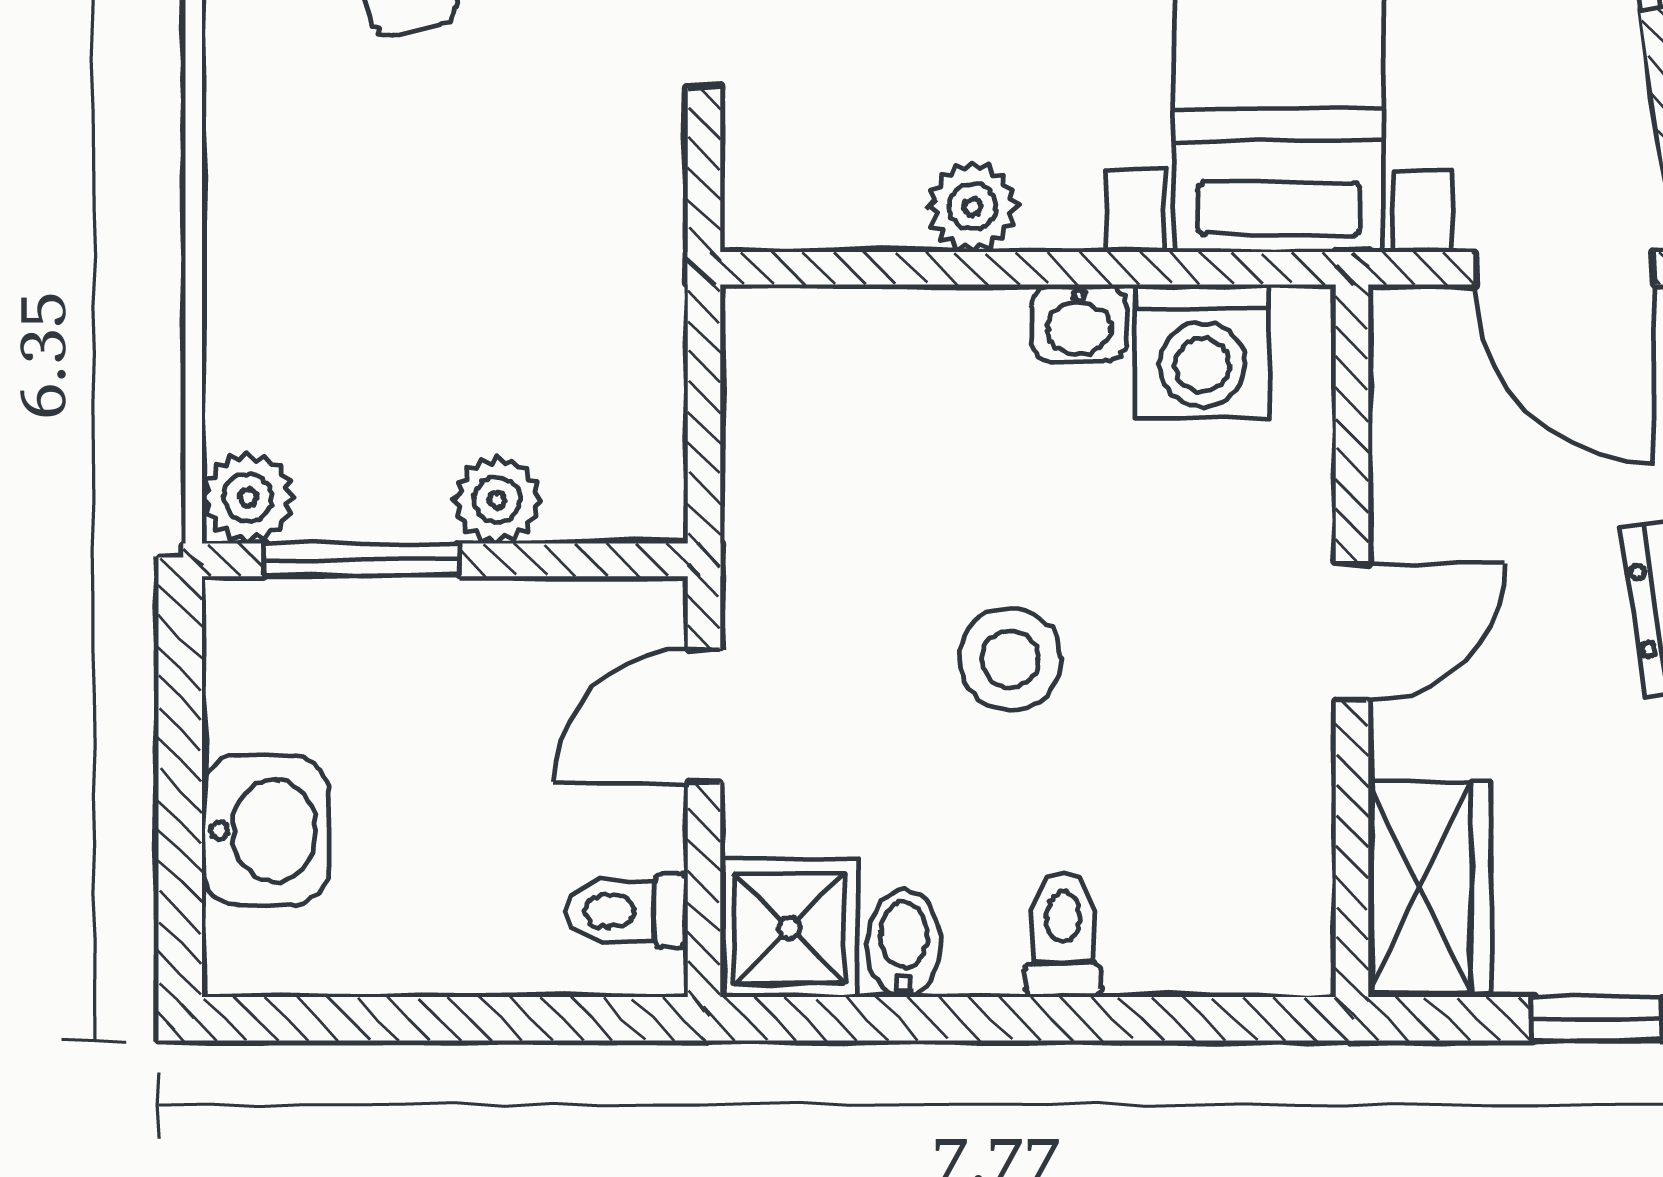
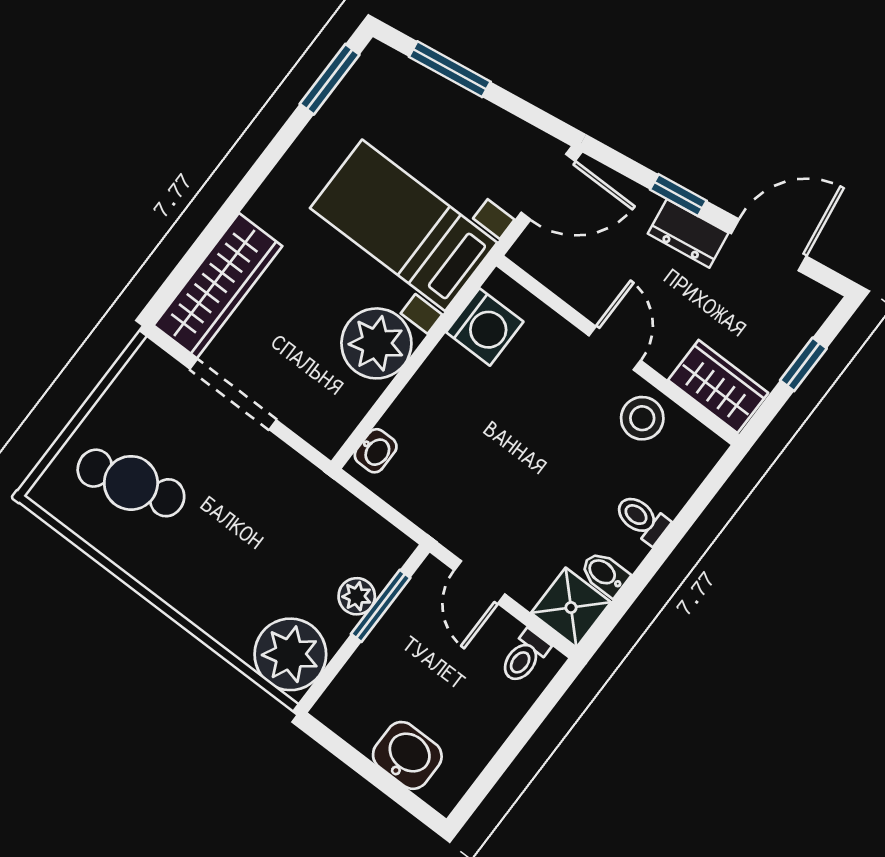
plant: (973, 207) -> (376, 343), width x1.87, depth x1.87
washbasin: (1079, 323) -> (376, 451), moved
plant: (248, 498) -> (290, 654), width x1.88, depth x1.88
window: (361, 560) -> (381, 606), moved
stool: (1010, 659) -> (642, 418), moved

